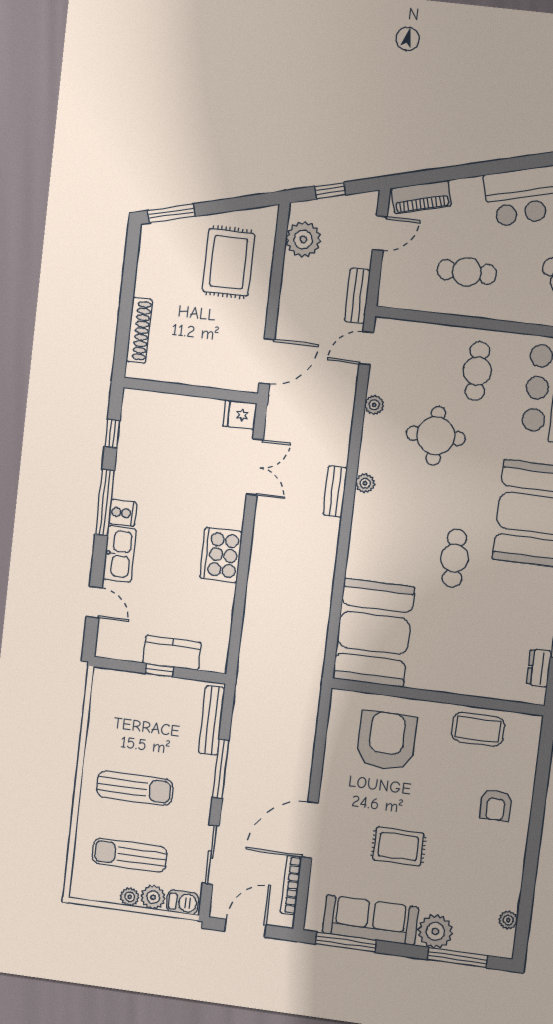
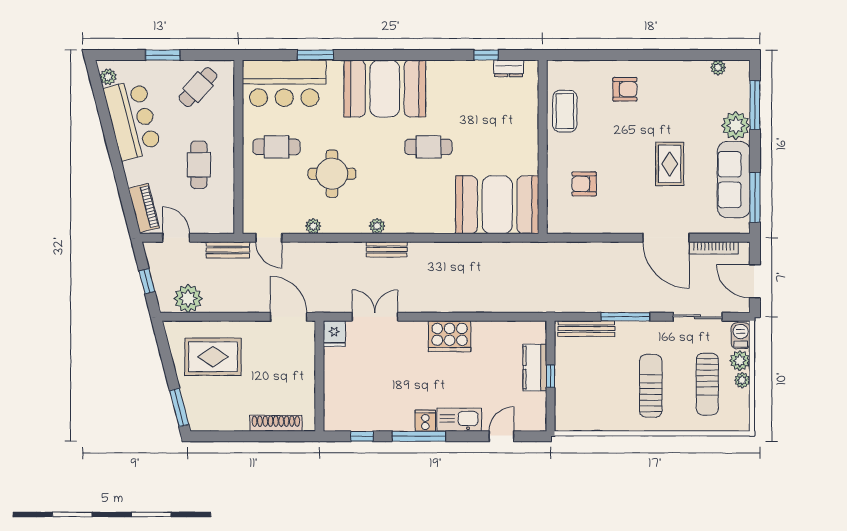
armchair: (387, 741) -> (584, 184), width x0.53, depth x0.53

